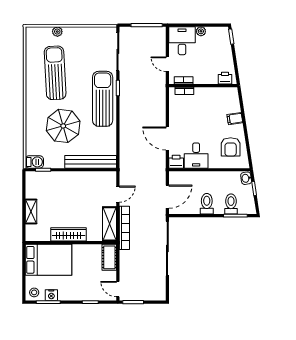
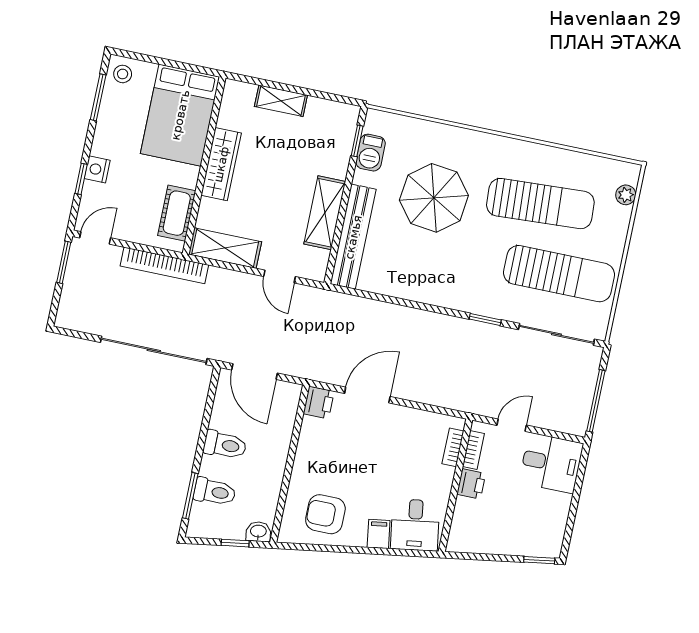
plant: (201, 31) -> (562, 504), removed
plant: (57, 32) -> (626, 195), moved
printer: (225, 78) -> (471, 484), moved
sun lounger: (103, 99) -> (559, 274), moved
desk: (196, 156) -> (415, 525), moved, turned -99
barbecue: (34, 162) -> (371, 153), moved
shelving: (82, 178) -> (325, 213), added
bookcase: (124, 228) -> (164, 265), moved
cot: (109, 257) -> (177, 213), moved, turned 90
nightstand: (51, 295) -> (97, 169), moved

